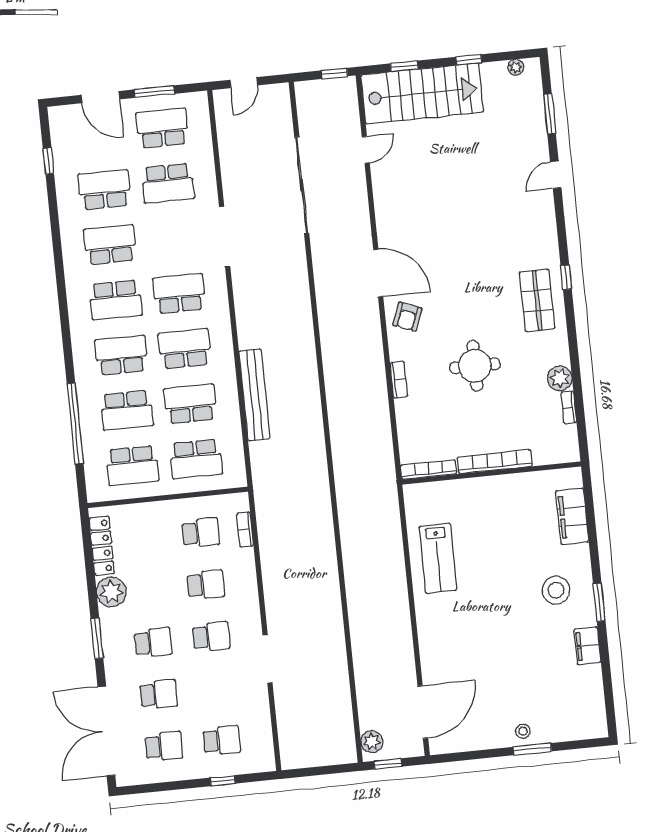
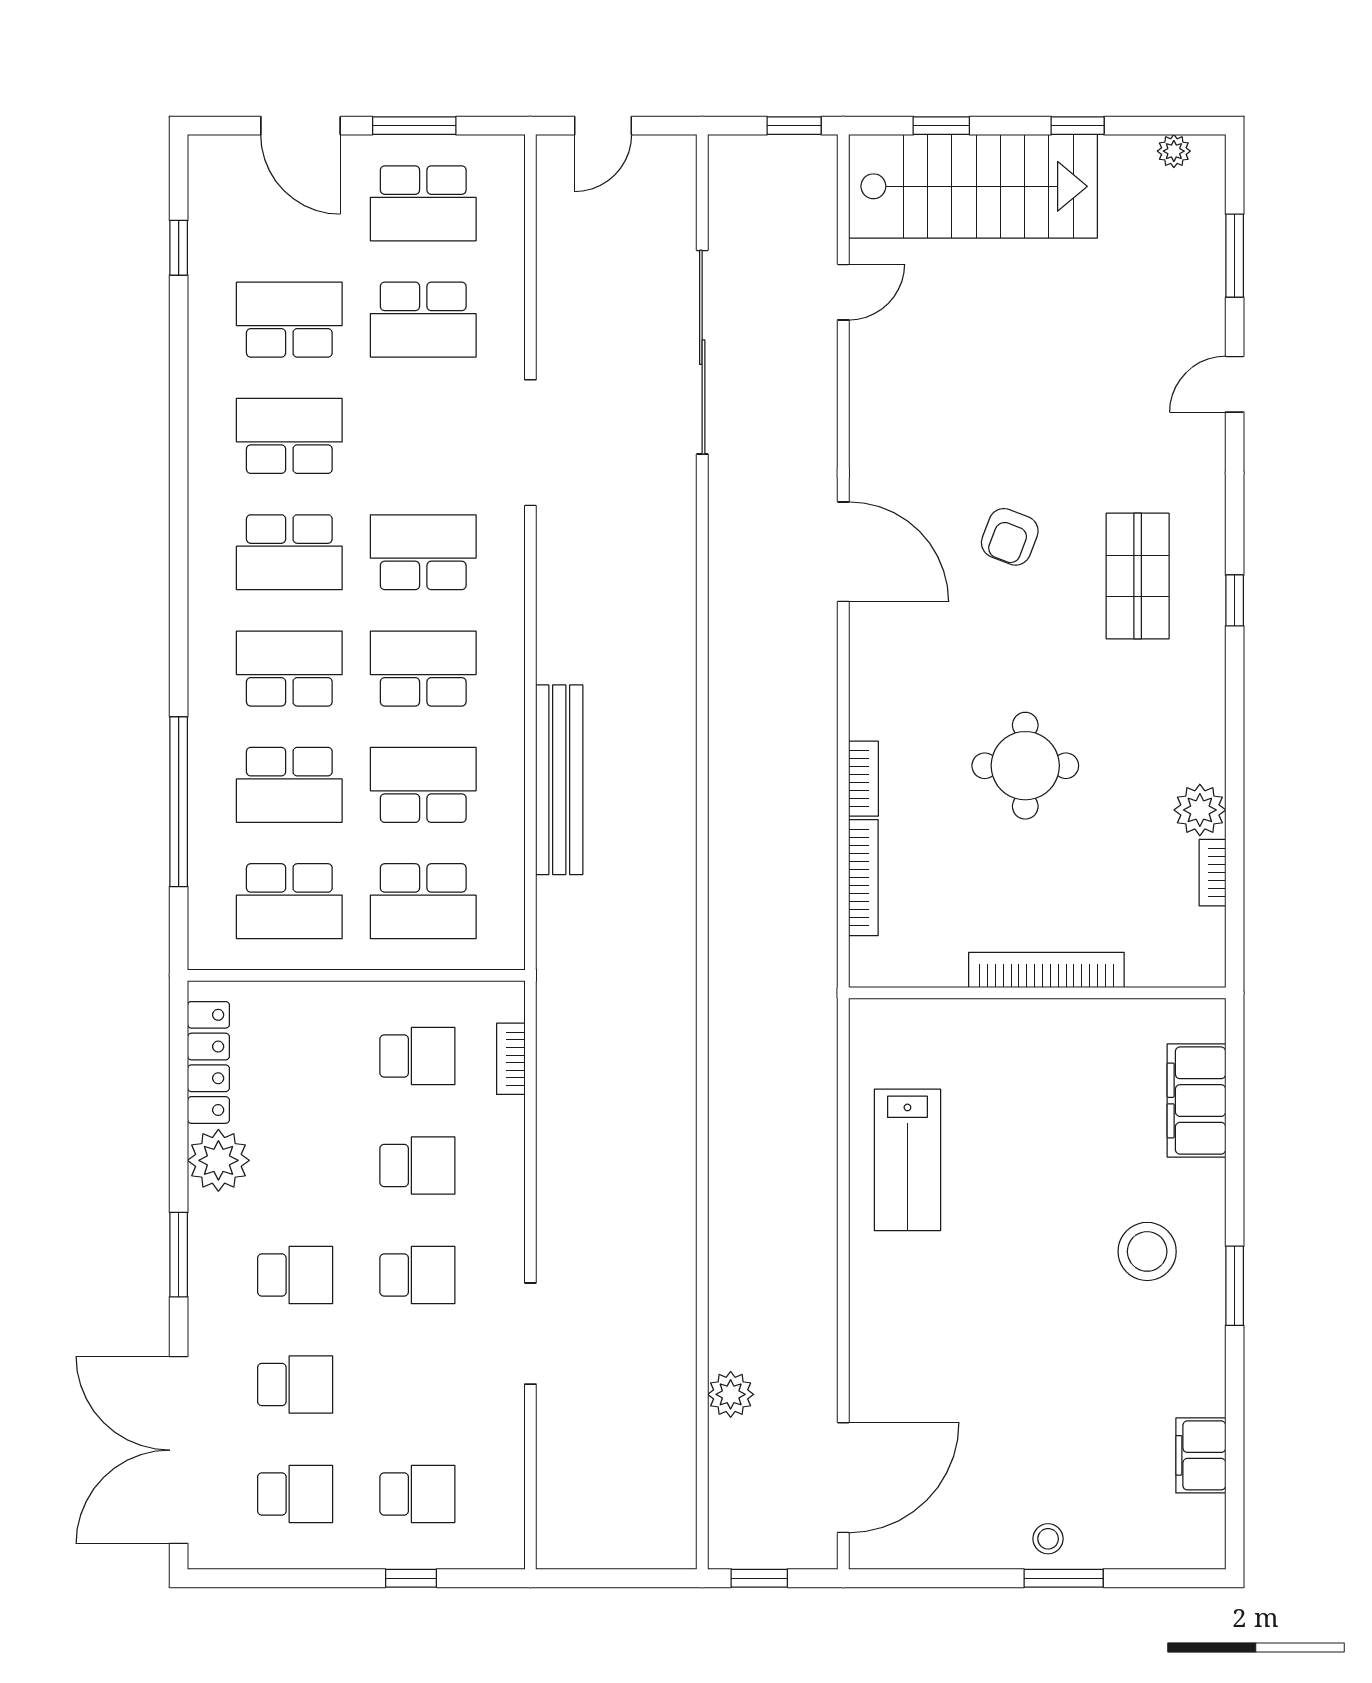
school desk: (162, 128) -> (423, 203), turned 180
shop shelf: (537, 301) -> (1138, 576), moved
armchair: (407, 317) -> (1010, 537), moved
bookcase: (429, 470) -> (863, 878), moved, turned 90
filing cabinet: (587, 646) -> (1201, 1455), moved
plant: (372, 742) -> (731, 1394), moved

